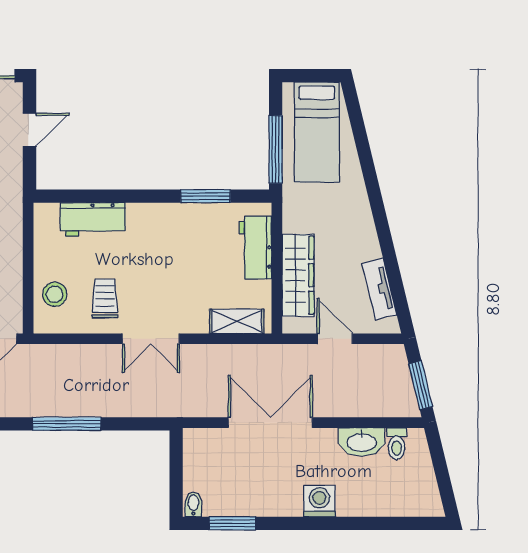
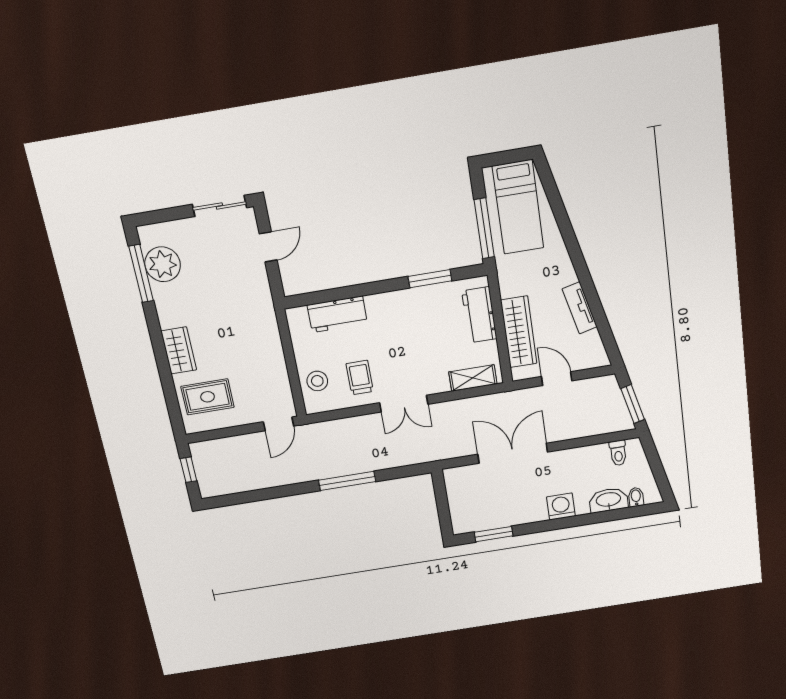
tv unit: (379, 289) -> (580, 308), moved
washbasin: (362, 442) -> (608, 500), moved, turned 180
bidet: (193, 504) -> (636, 497), moved

